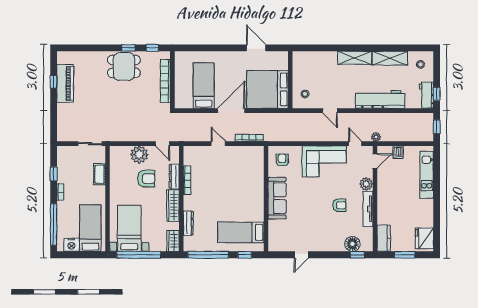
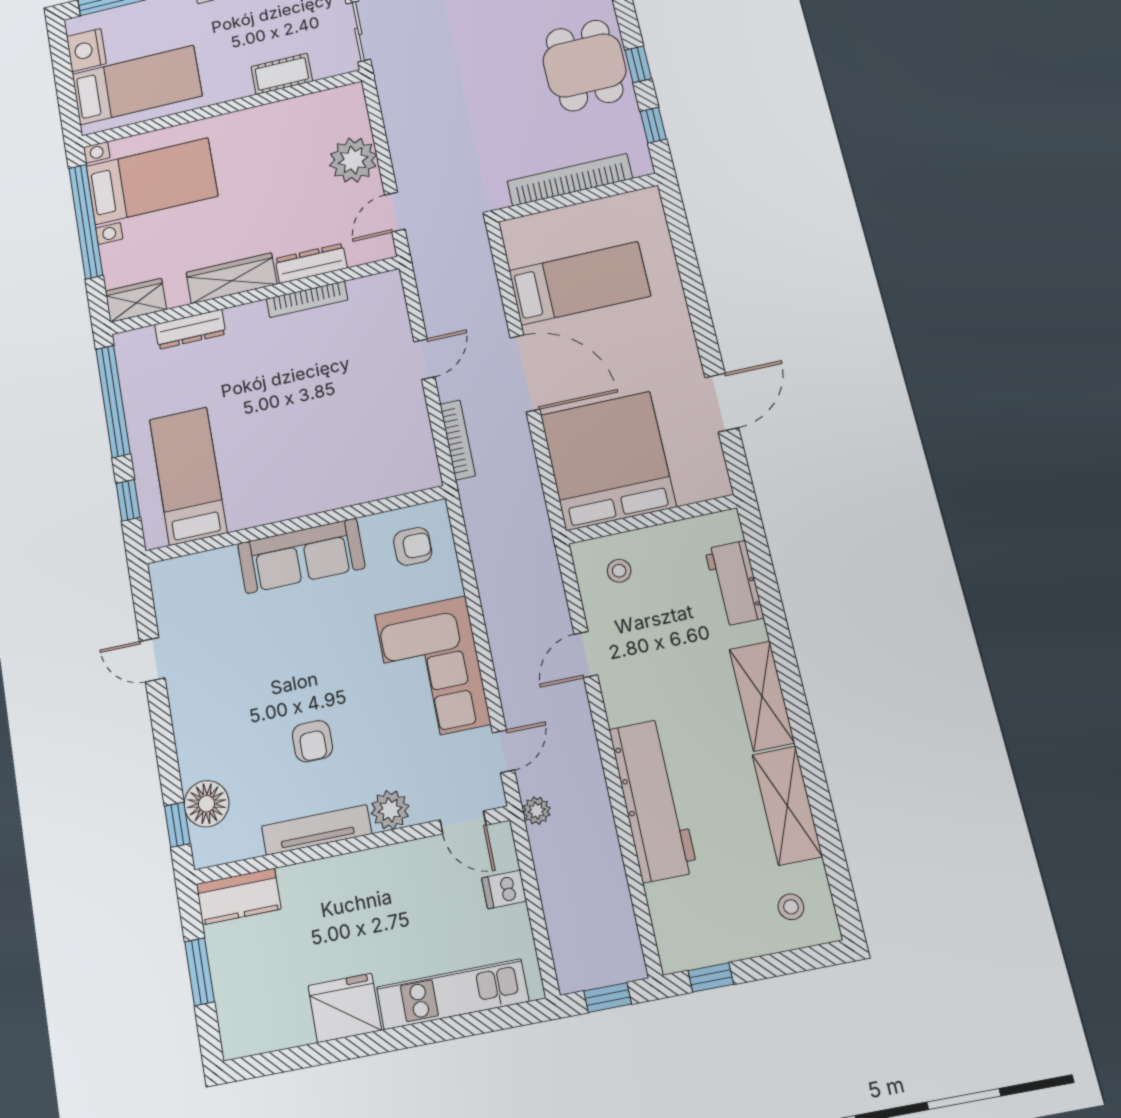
workbench: (426, 95) -> (734, 583), moved, turned -90
armchair: (146, 179) -> (292, 193), removed
fridge: (424, 238) -> (345, 1008), moved

